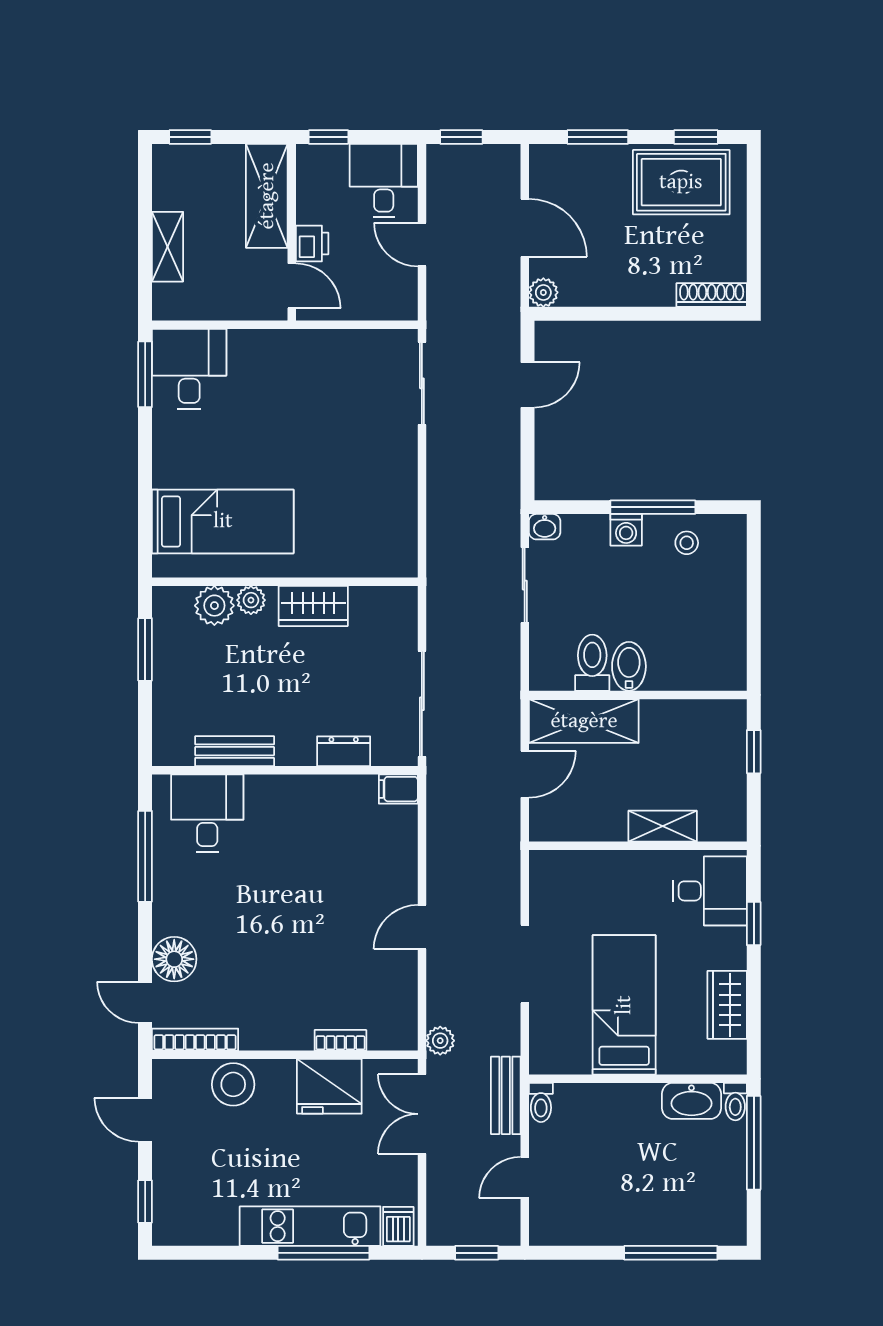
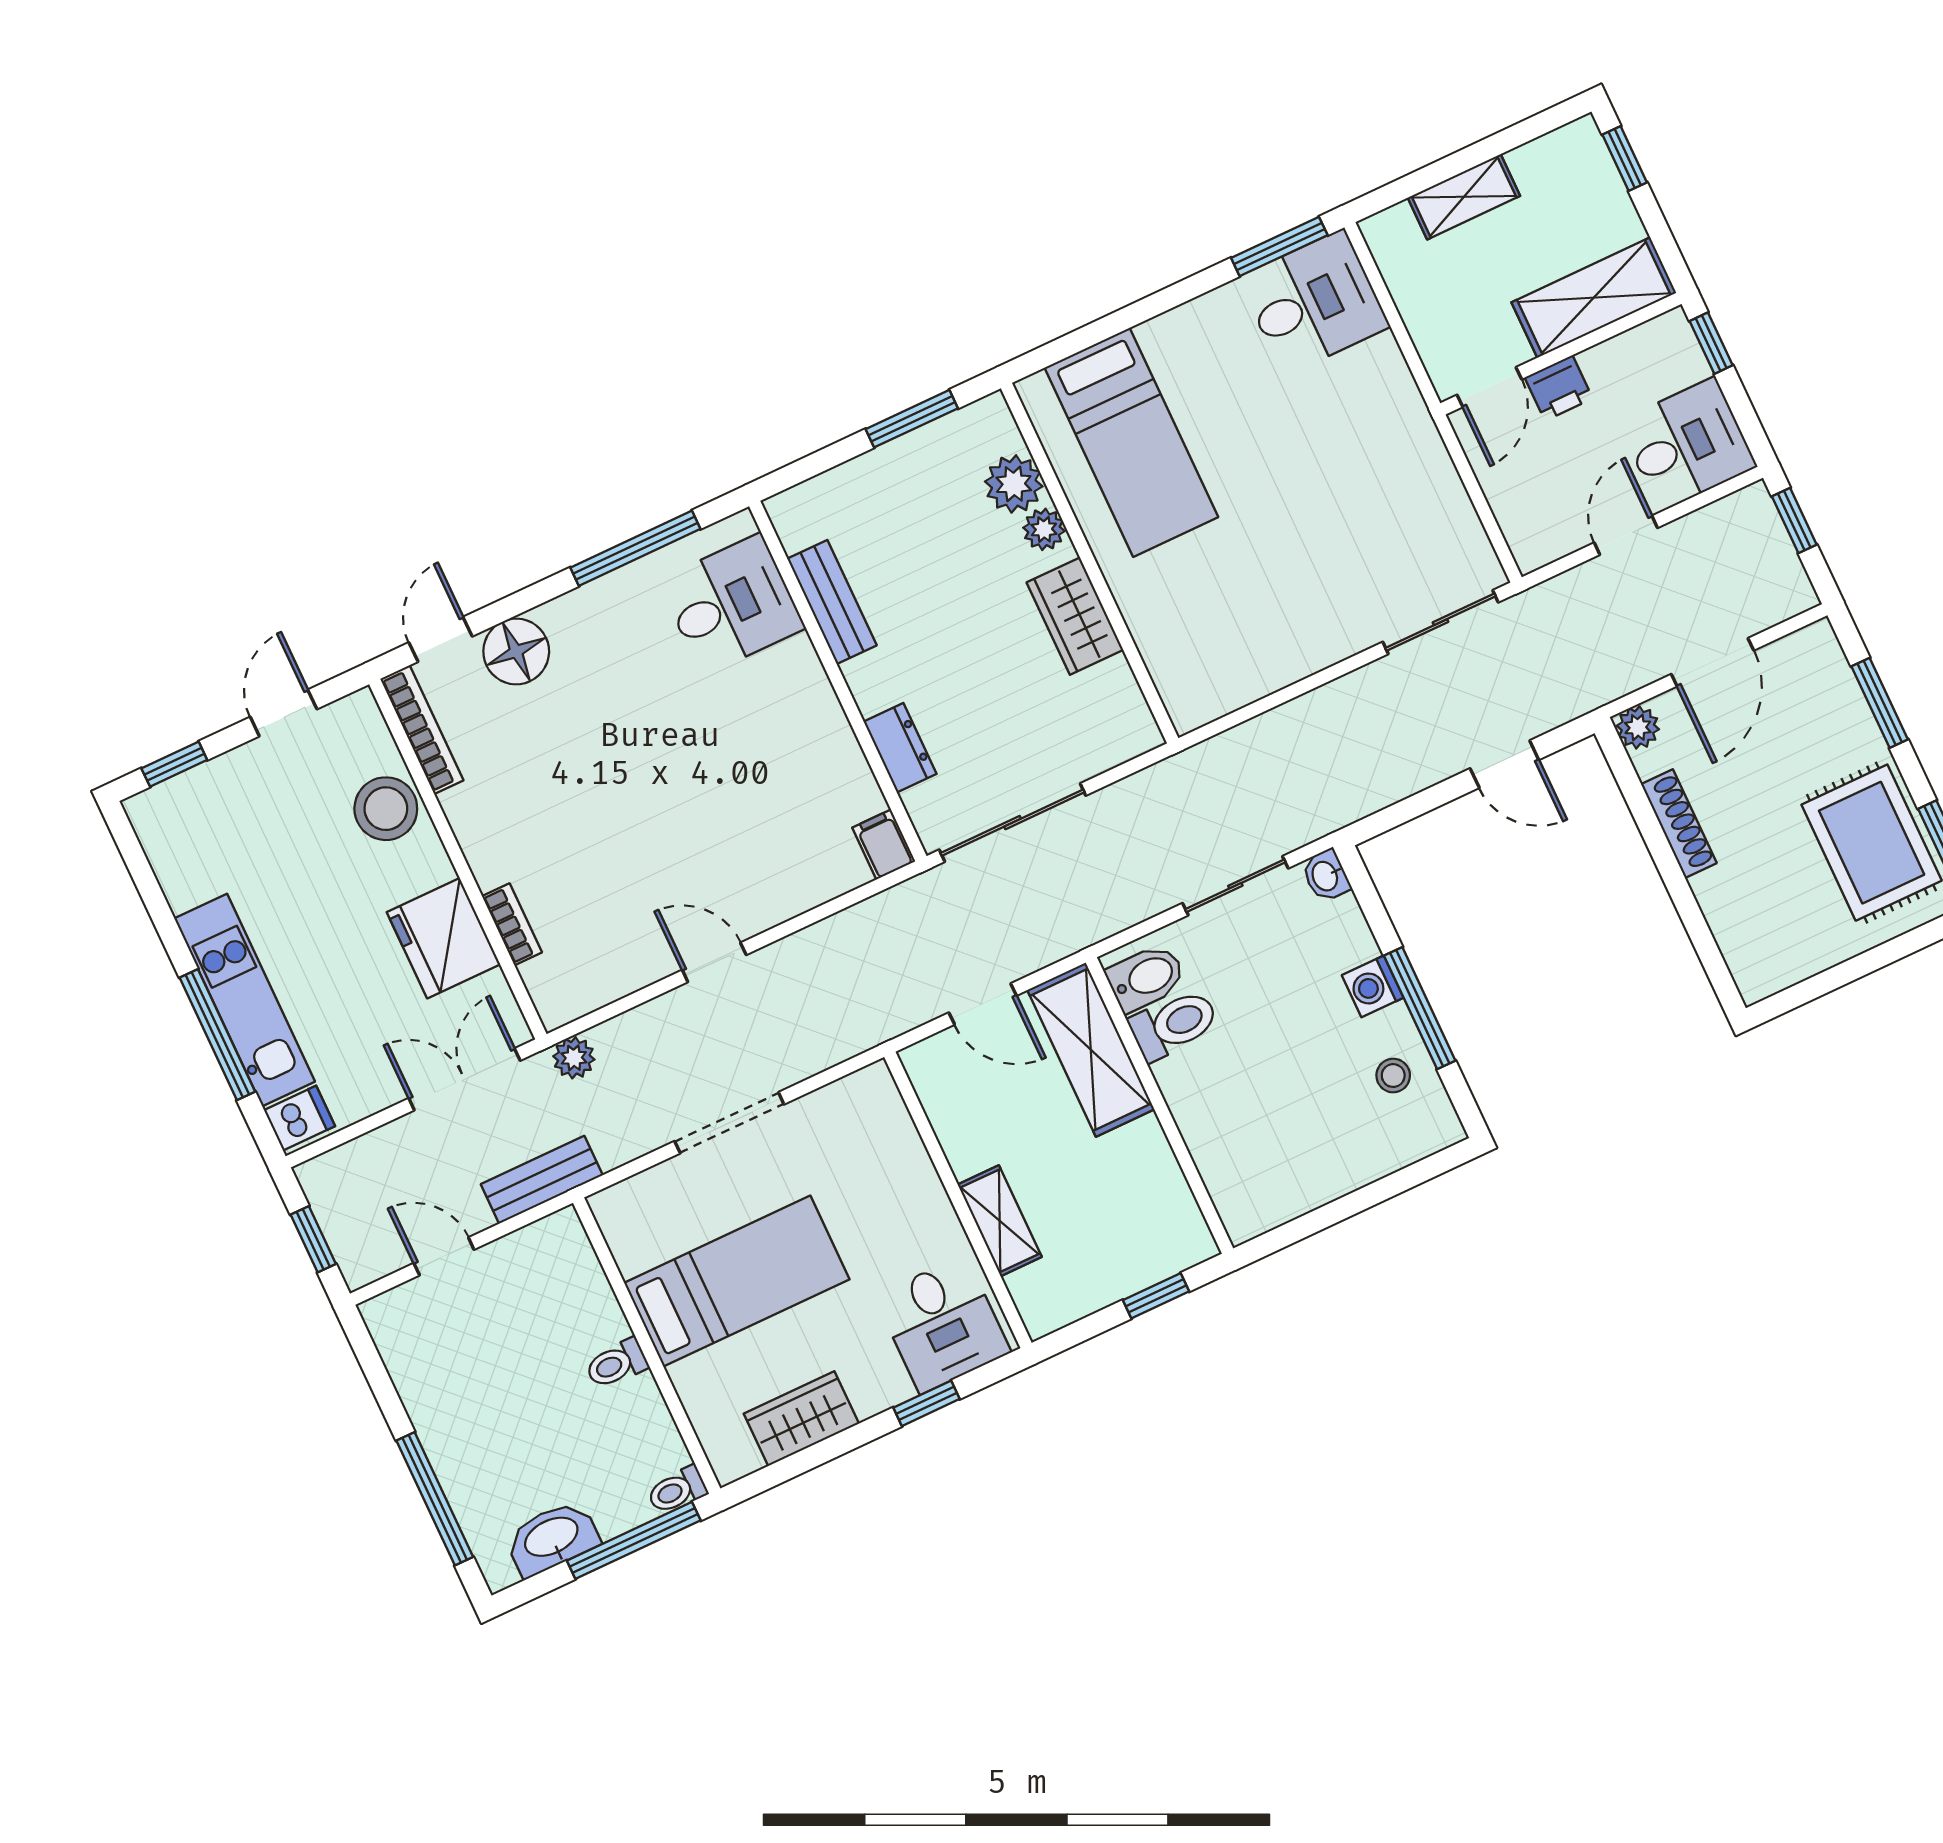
shoe rack: (712, 295) -> (1679, 824), moved
bidet: (629, 666) -> (1146, 978), moved
washbasin: (691, 1101) -> (552, 1538), moved, turned 90
toilet: (541, 1102) -> (616, 1364), moved

